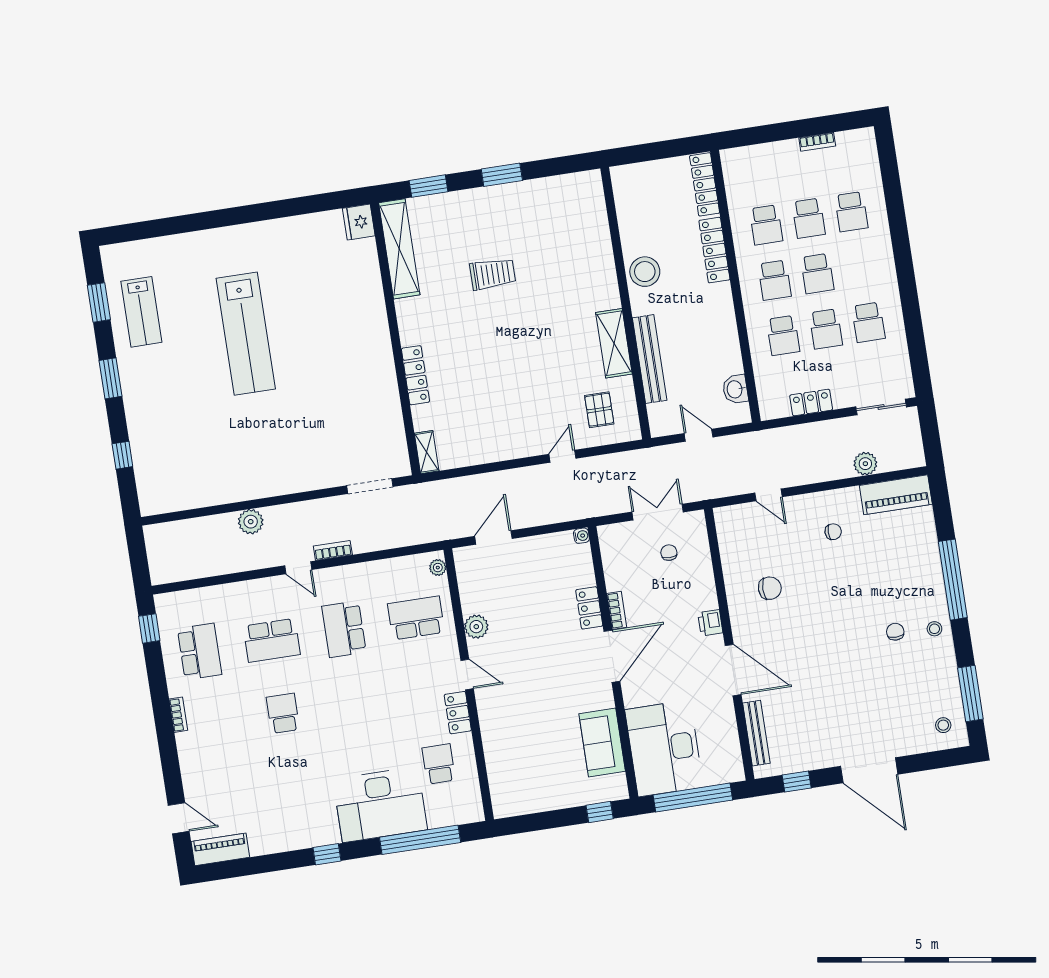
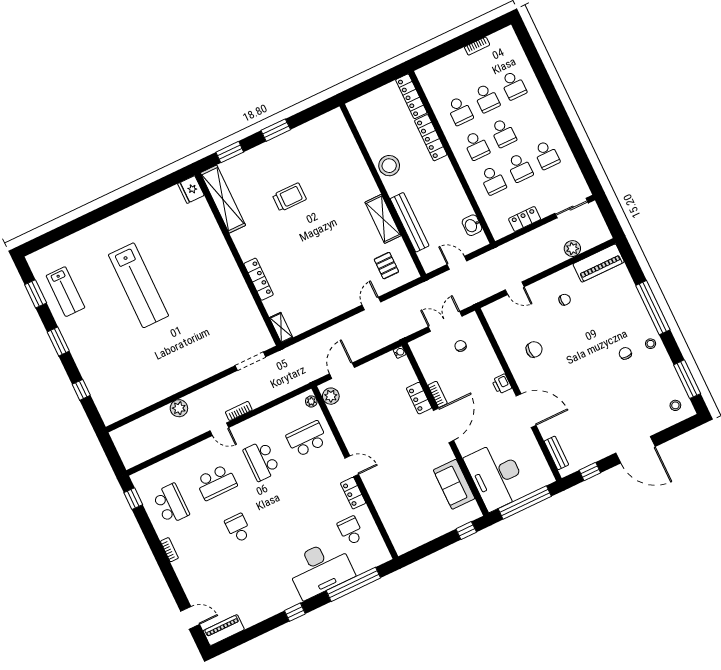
plant: (476, 627) -> (331, 396), moved
bench: (756, 733) -> (556, 453), width x0.73

